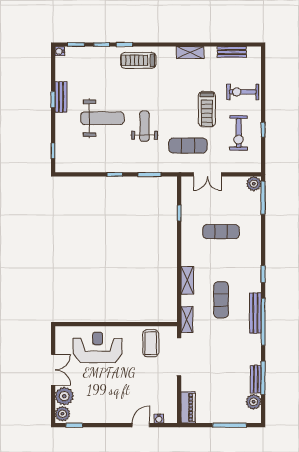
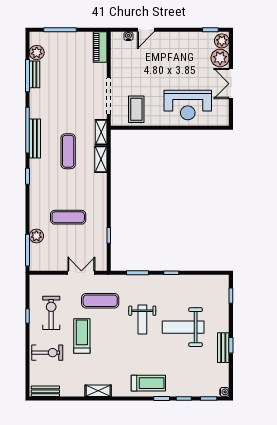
bench: (232, 52) -> (45, 391), moved
plant: (254, 184) -> (36, 236), moved
shelving: (187, 280) -> (101, 159), moved

